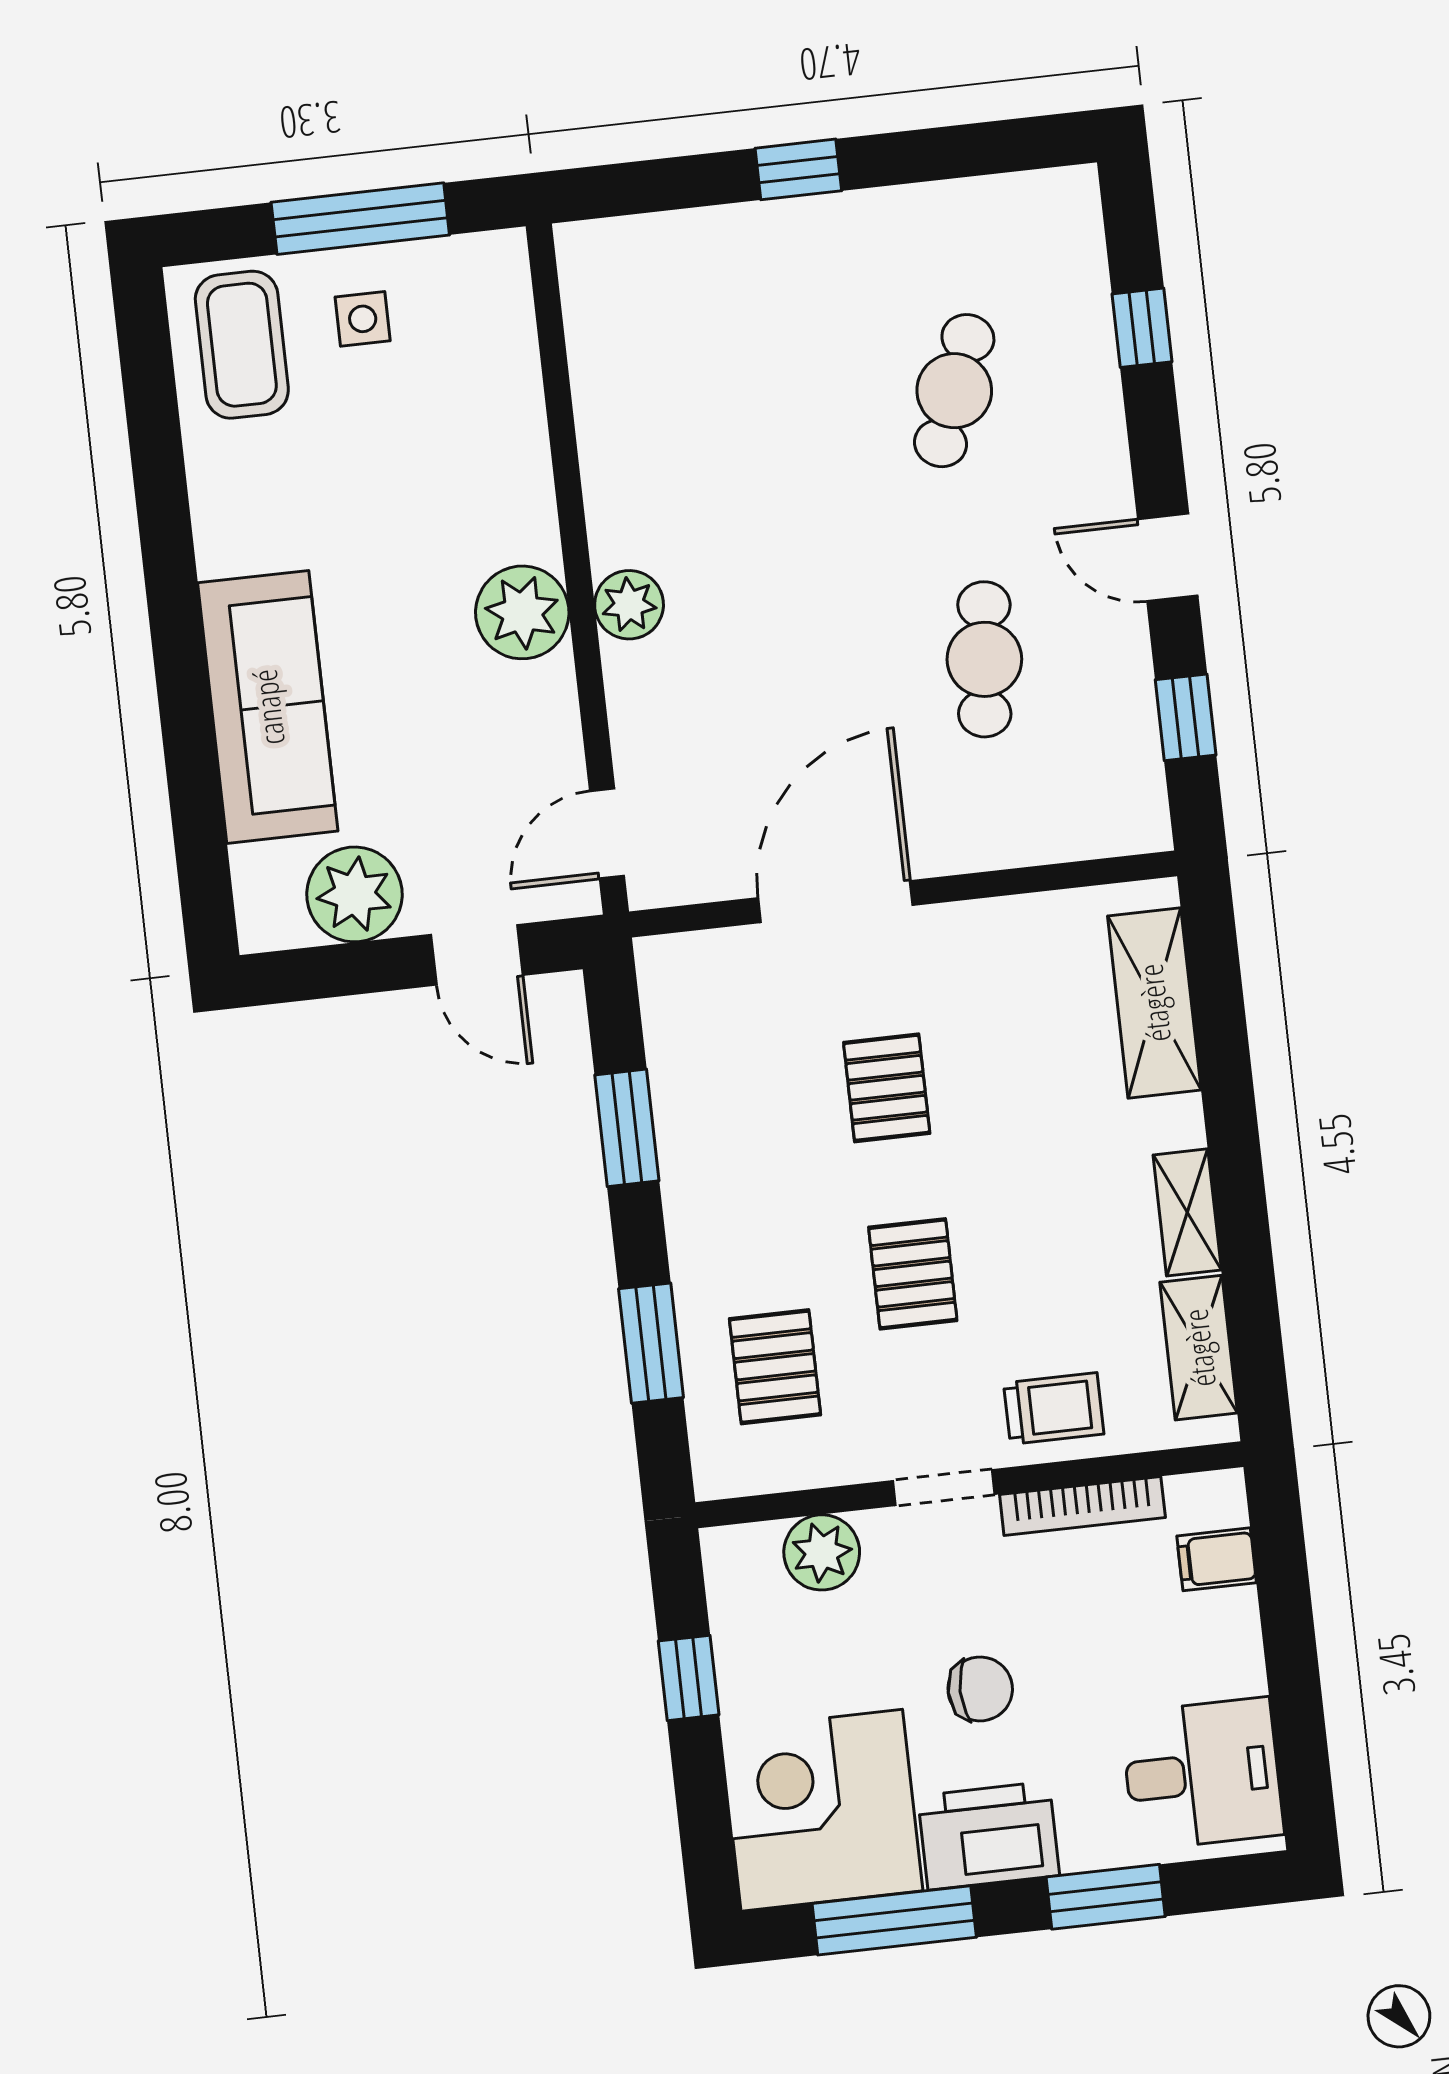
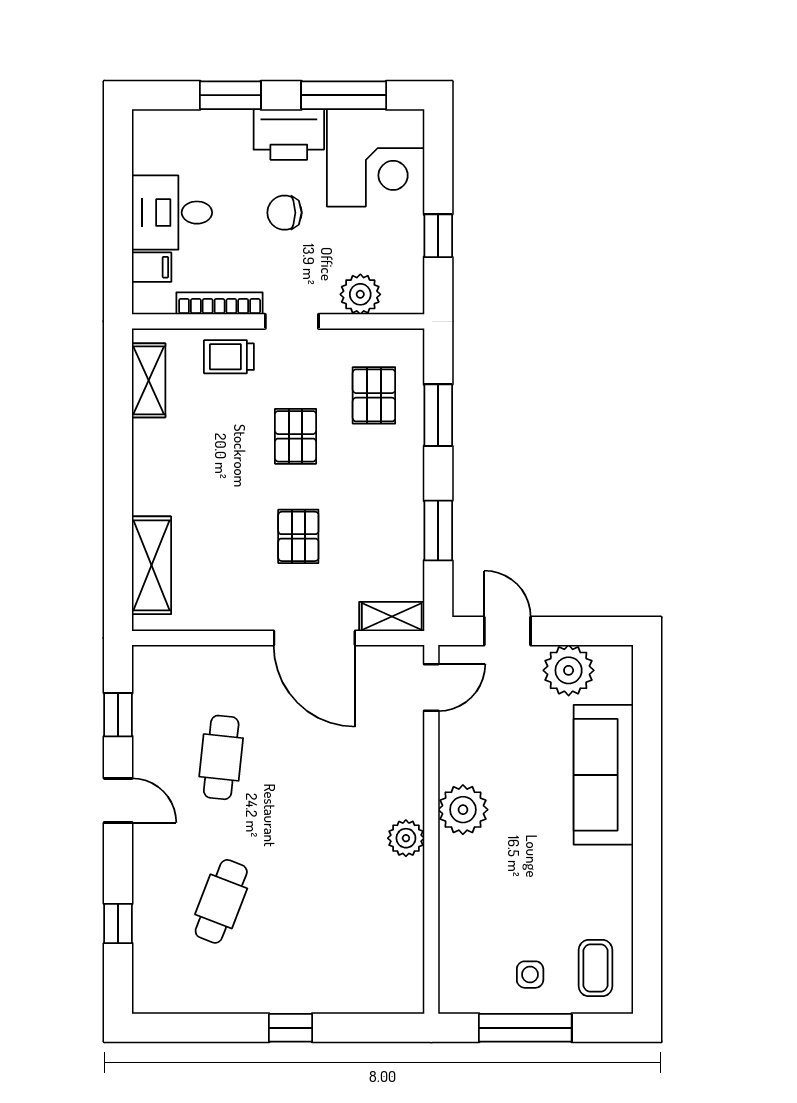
coffee table: (242, 345) -> (596, 968), width x0.73, depth x0.77
plant: (629, 605) -> (406, 838), moved
door: (835, 902) -> (314, 638), hinge flipped
shelving: (1187, 1212) -> (392, 616), moved, turned 90
desk: (1202, 1774) -> (172, 213), moved

